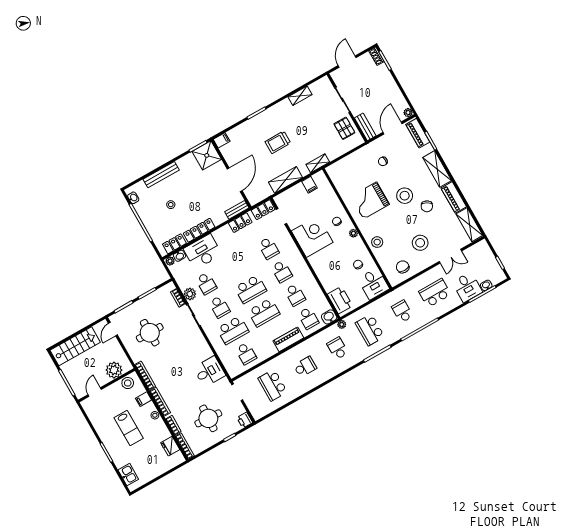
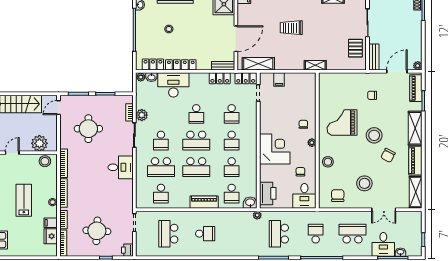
shelving: (285, 180) -> (258, 64), moved
filing cabinet: (309, 185) -> (279, 80), moved
corner desk: (312, 237) -> (275, 149), moved
school desk: (206, 283) -> (196, 114), moved
school desk: (337, 348) -> (242, 234), removed
desk: (209, 371) -> (121, 167), moved
filing cabinet: (144, 399) -> (51, 223), moved
lab bench: (129, 428) -> (24, 200), turned 180

